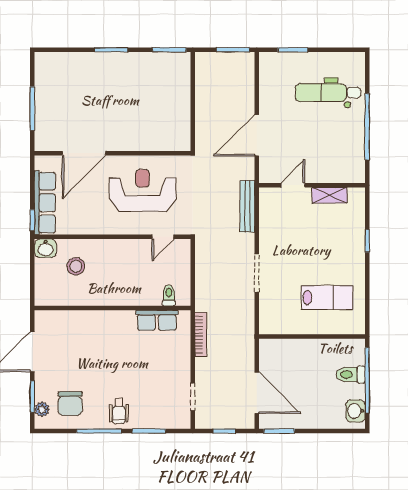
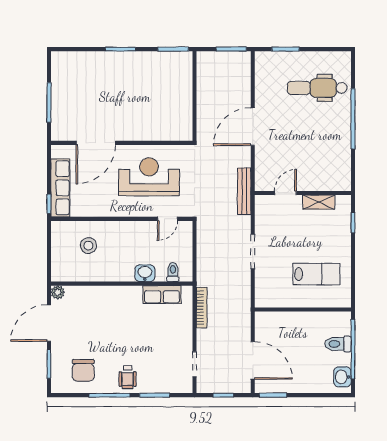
door: (293, 185) -> (285, 193), moved
wall: (312, 185) -> (303, 193), moved
shelving: (330, 195) -> (319, 202), moved
washbasin: (45, 248) -> (145, 273), moved, turned 180
plant: (42, 409) -> (58, 292), moved

